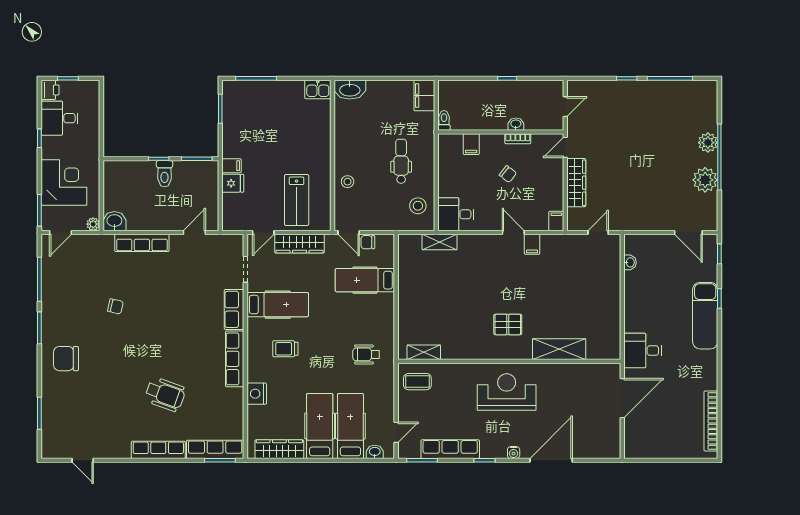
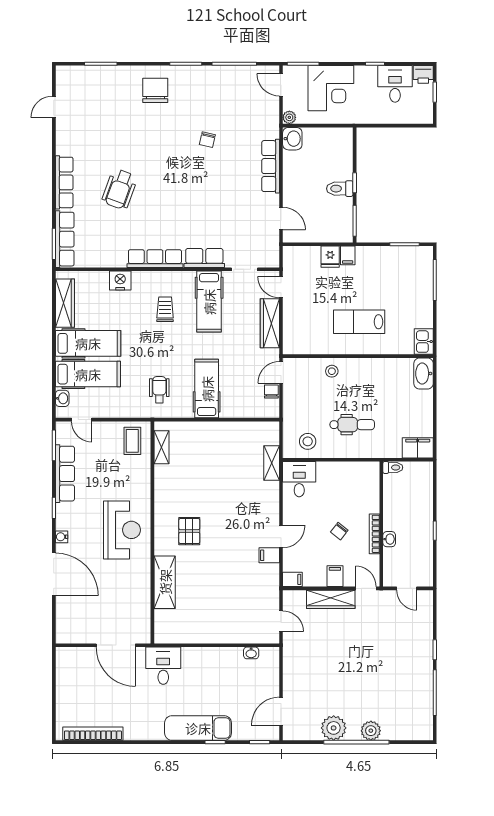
bookcase: (518, 139) -> (375, 534), width x1.56
filing cabinet: (471, 144) -> (335, 576), moved, turned 90
lab bench: (297, 200) -> (359, 322), moved
hospital bed: (365, 280) -> (207, 389), moved

